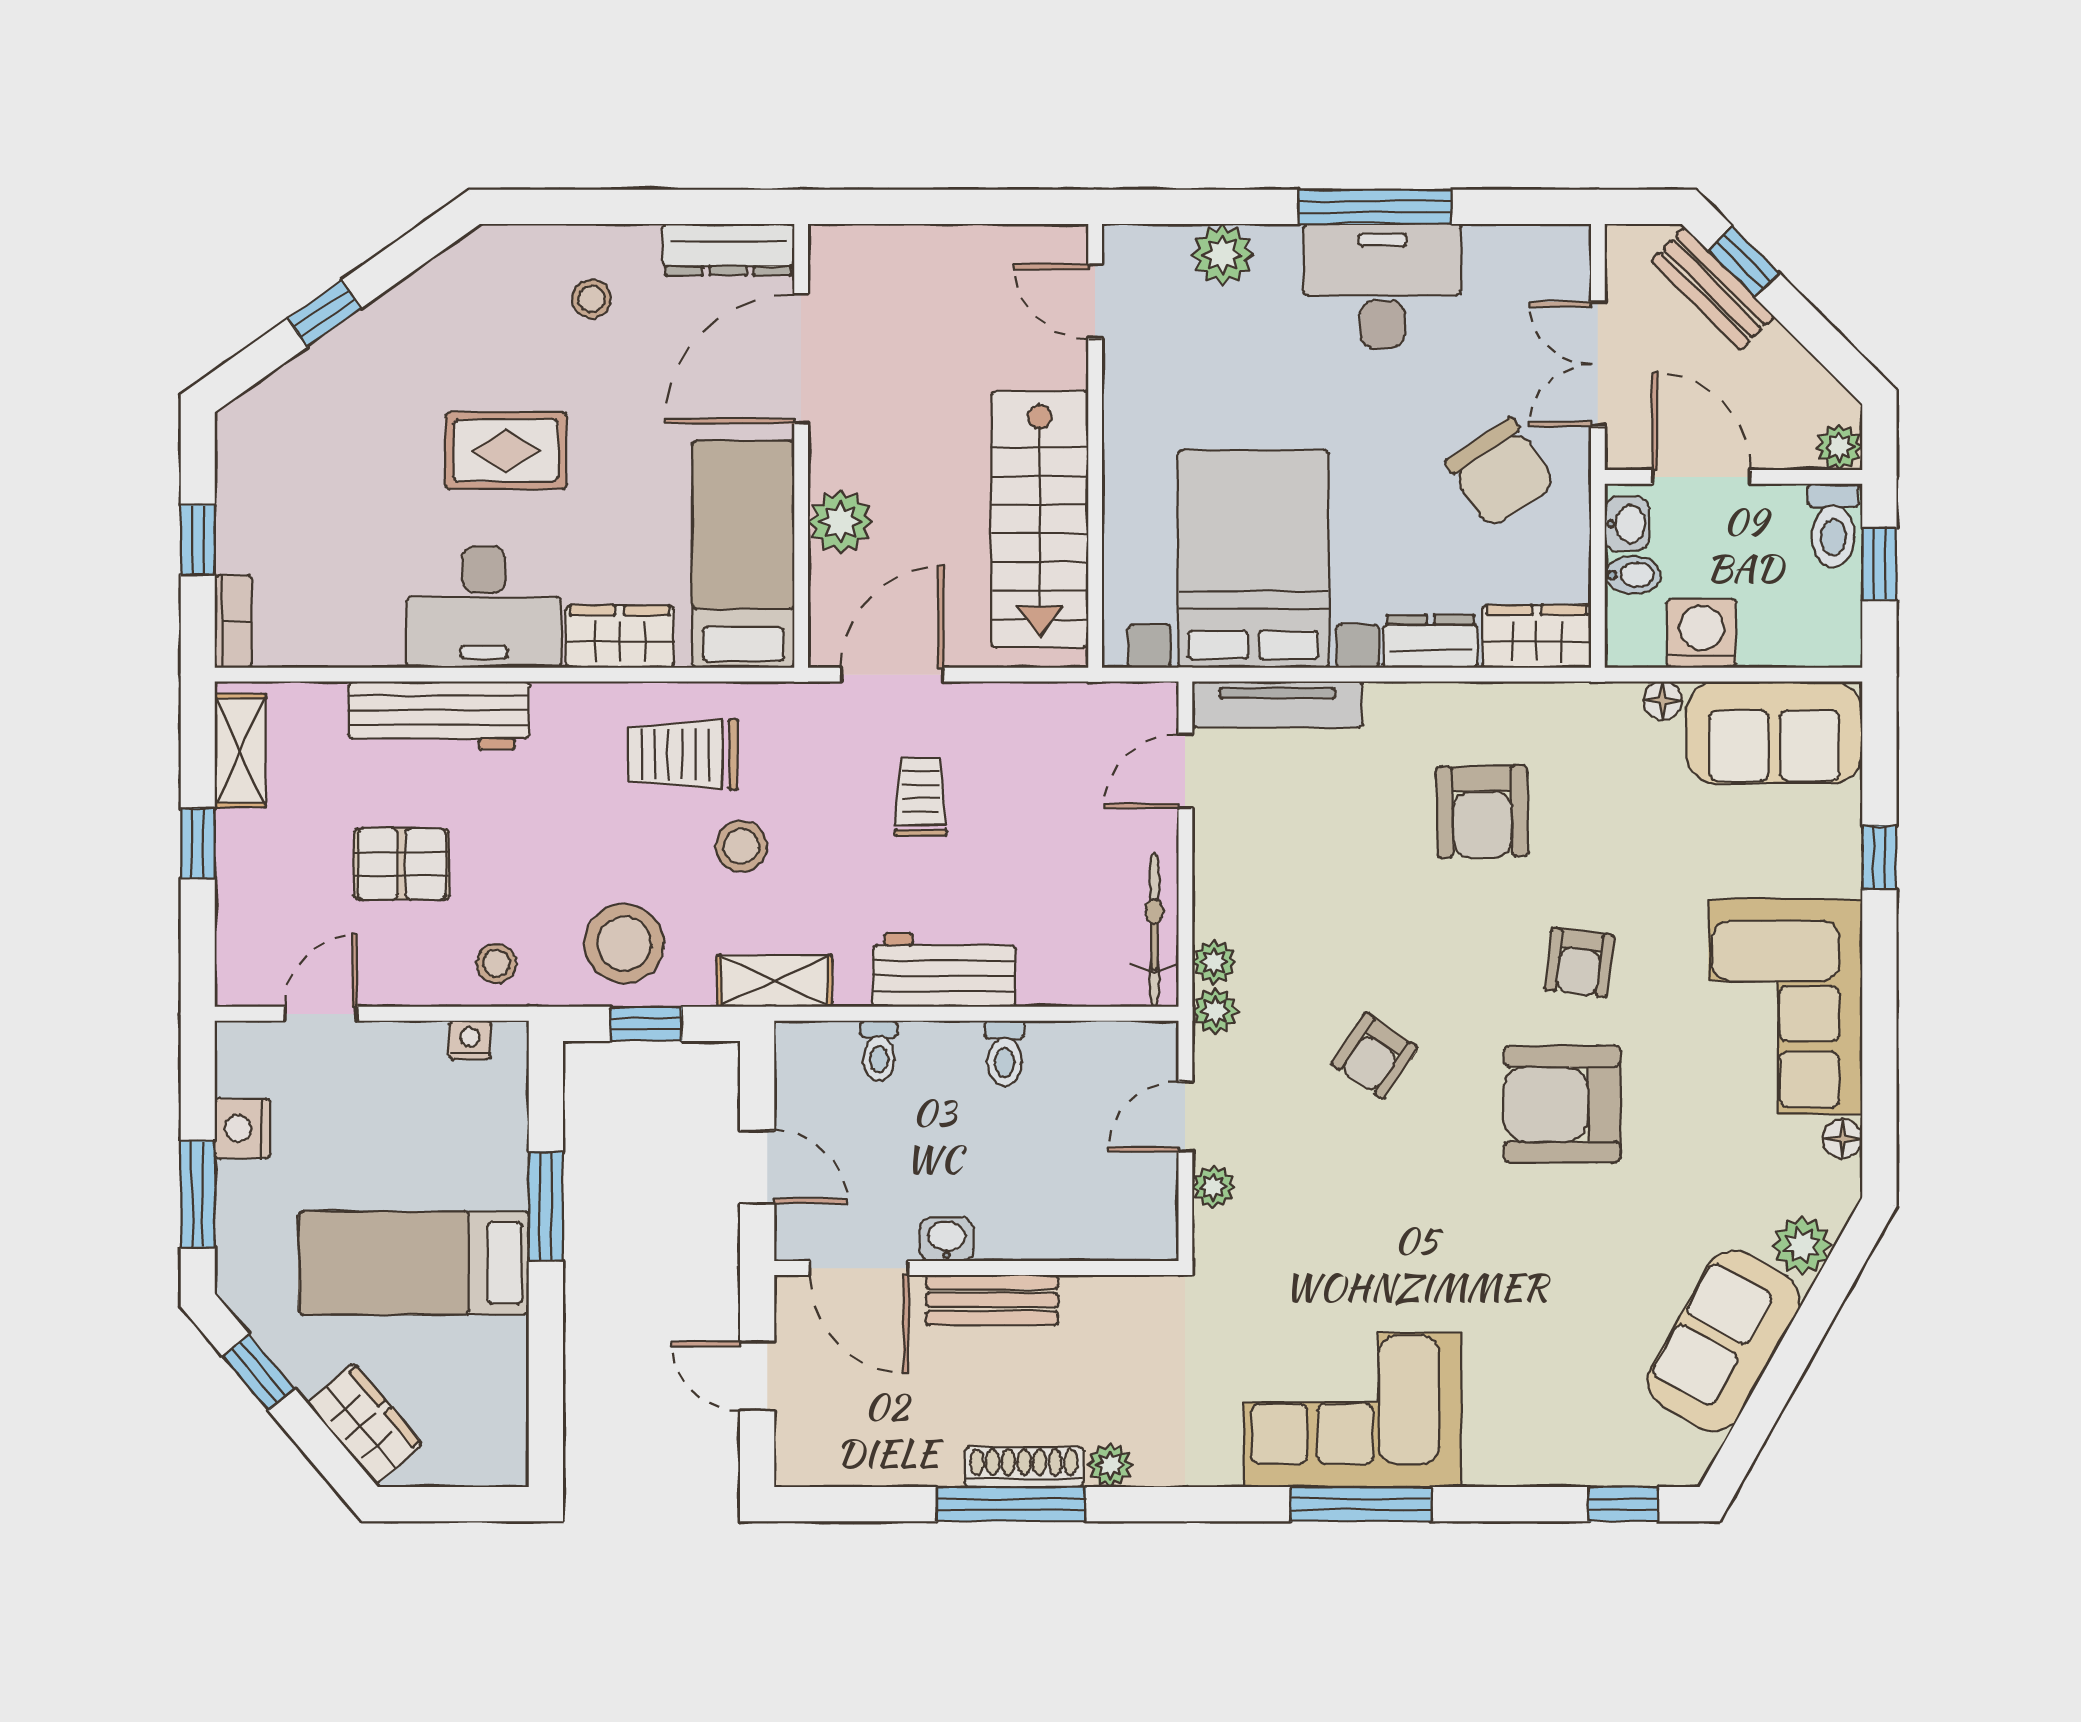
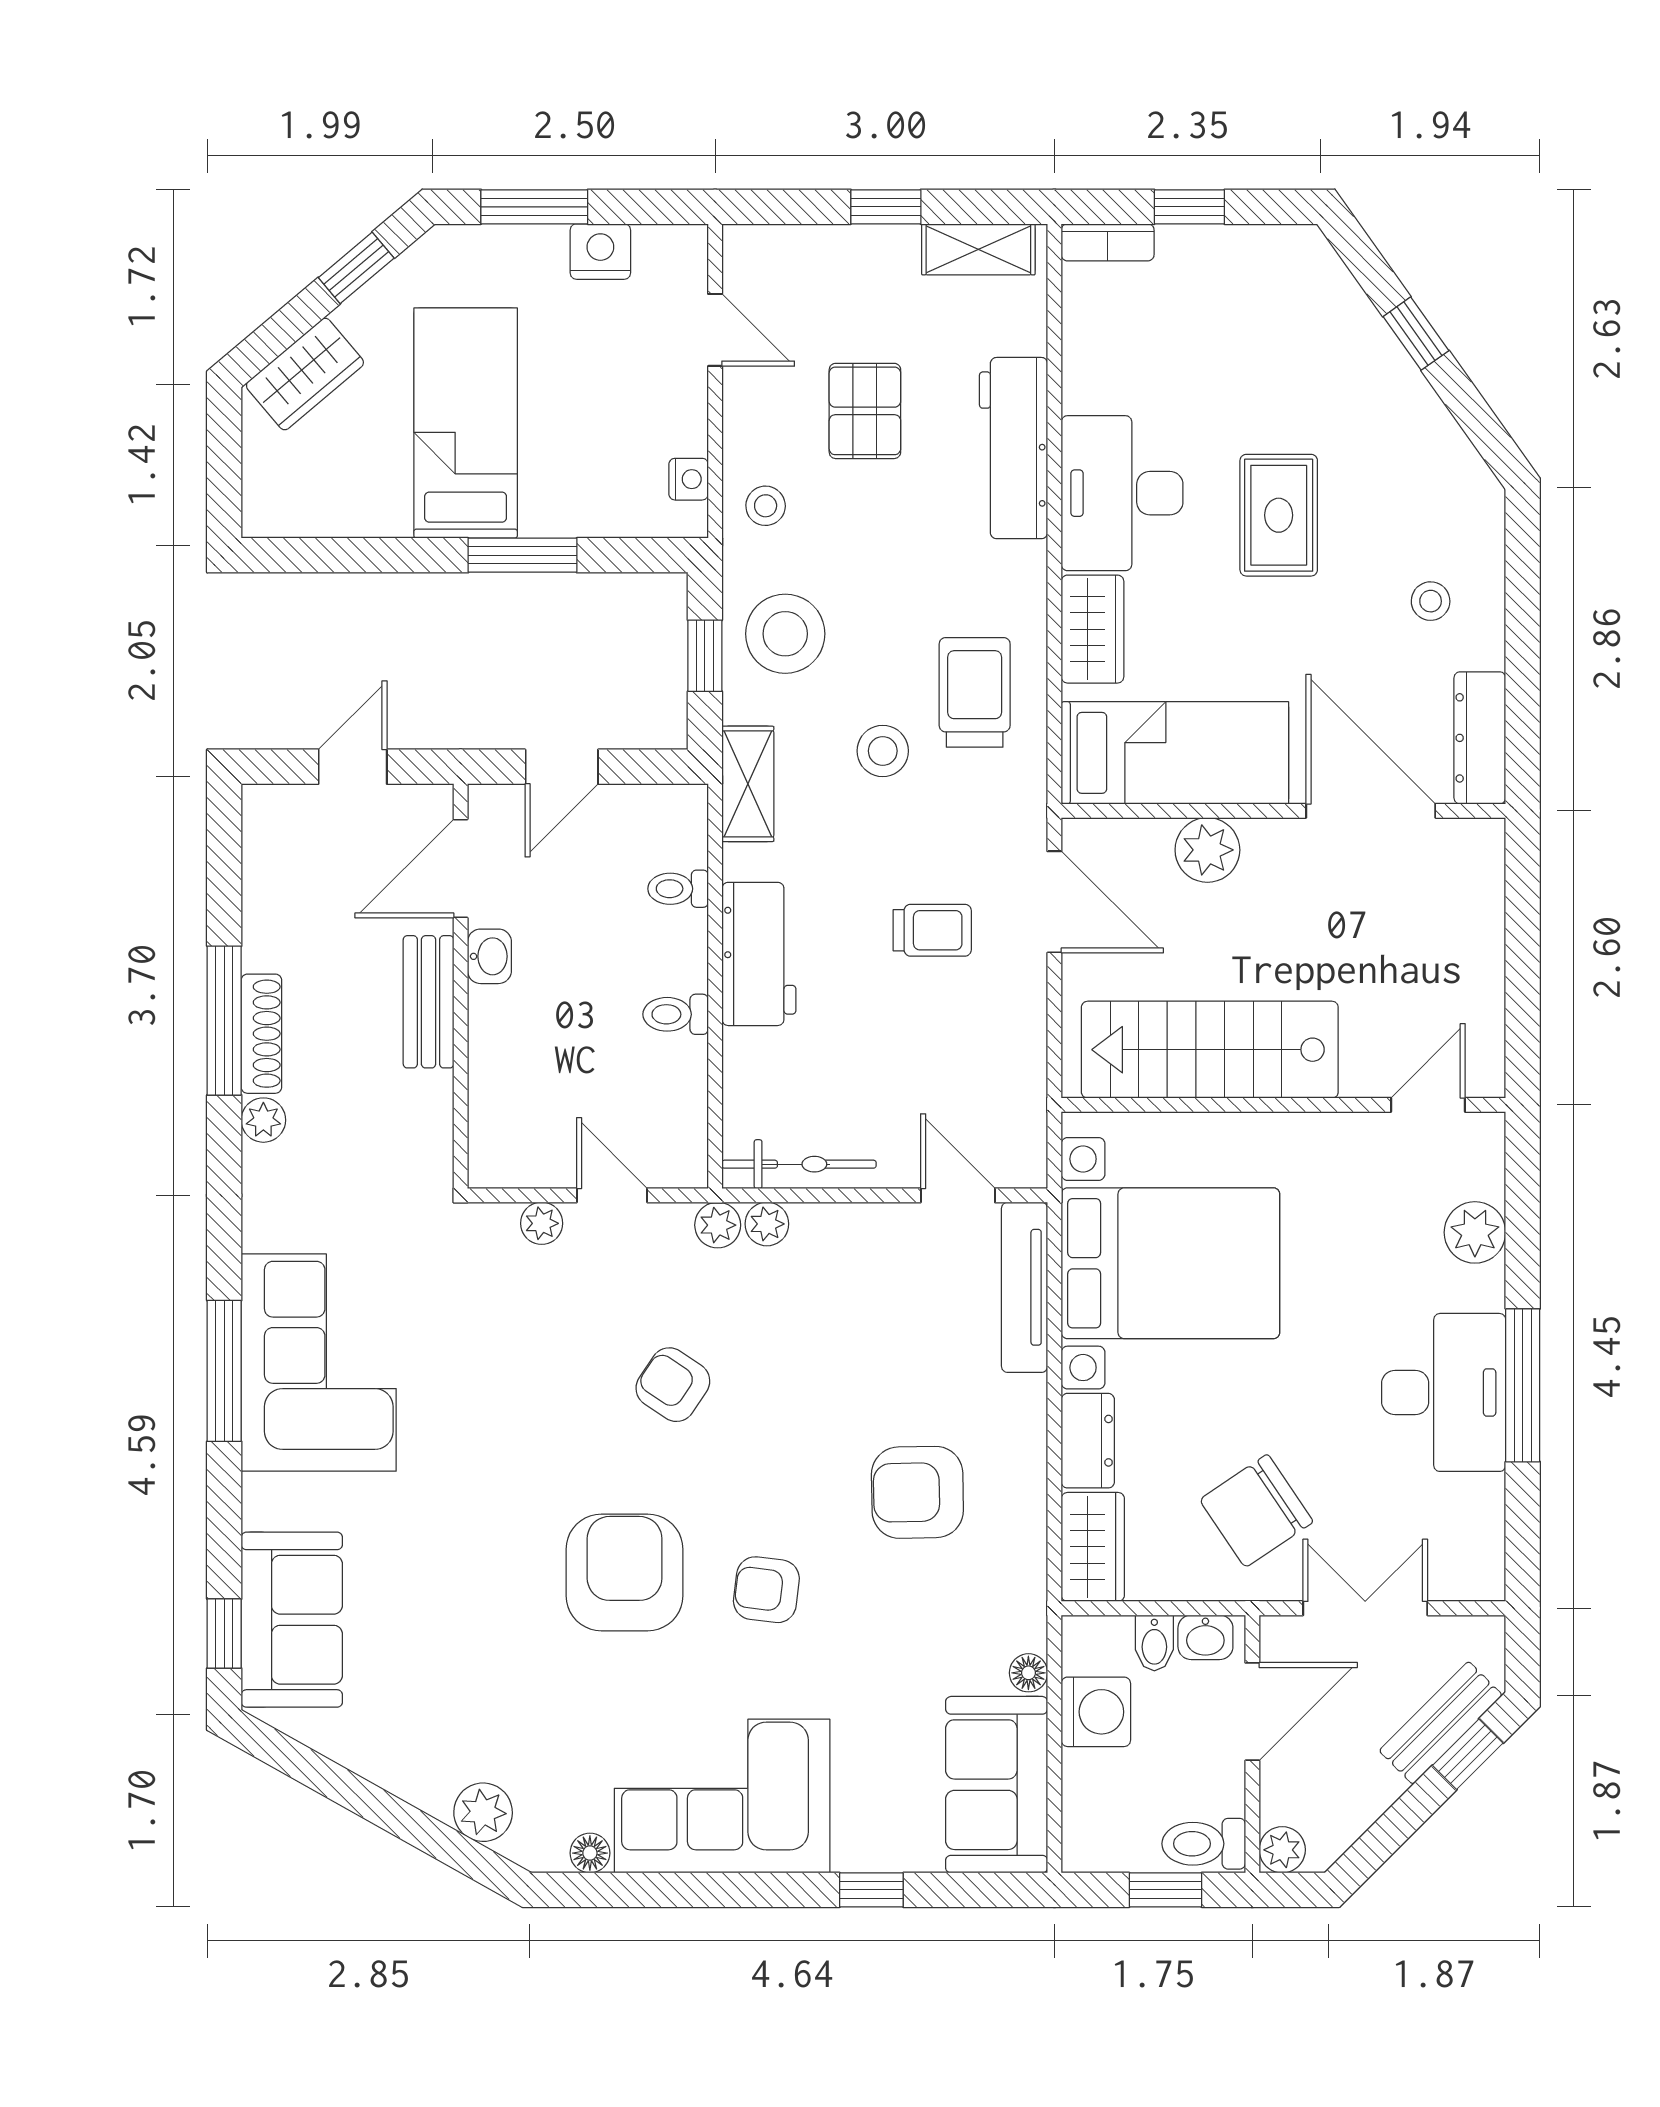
sofa: (1724, 1341) -> (292, 1620), moved, turned 61

